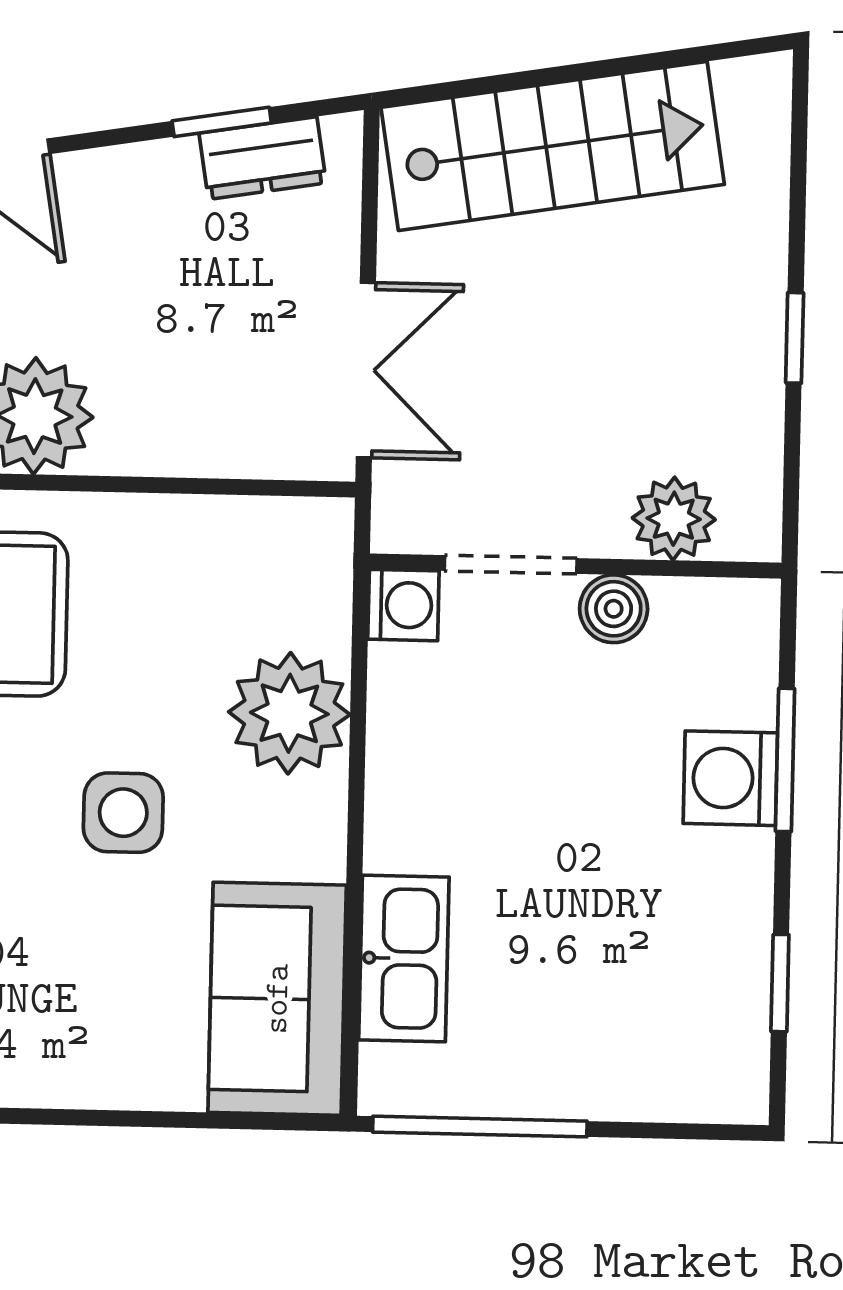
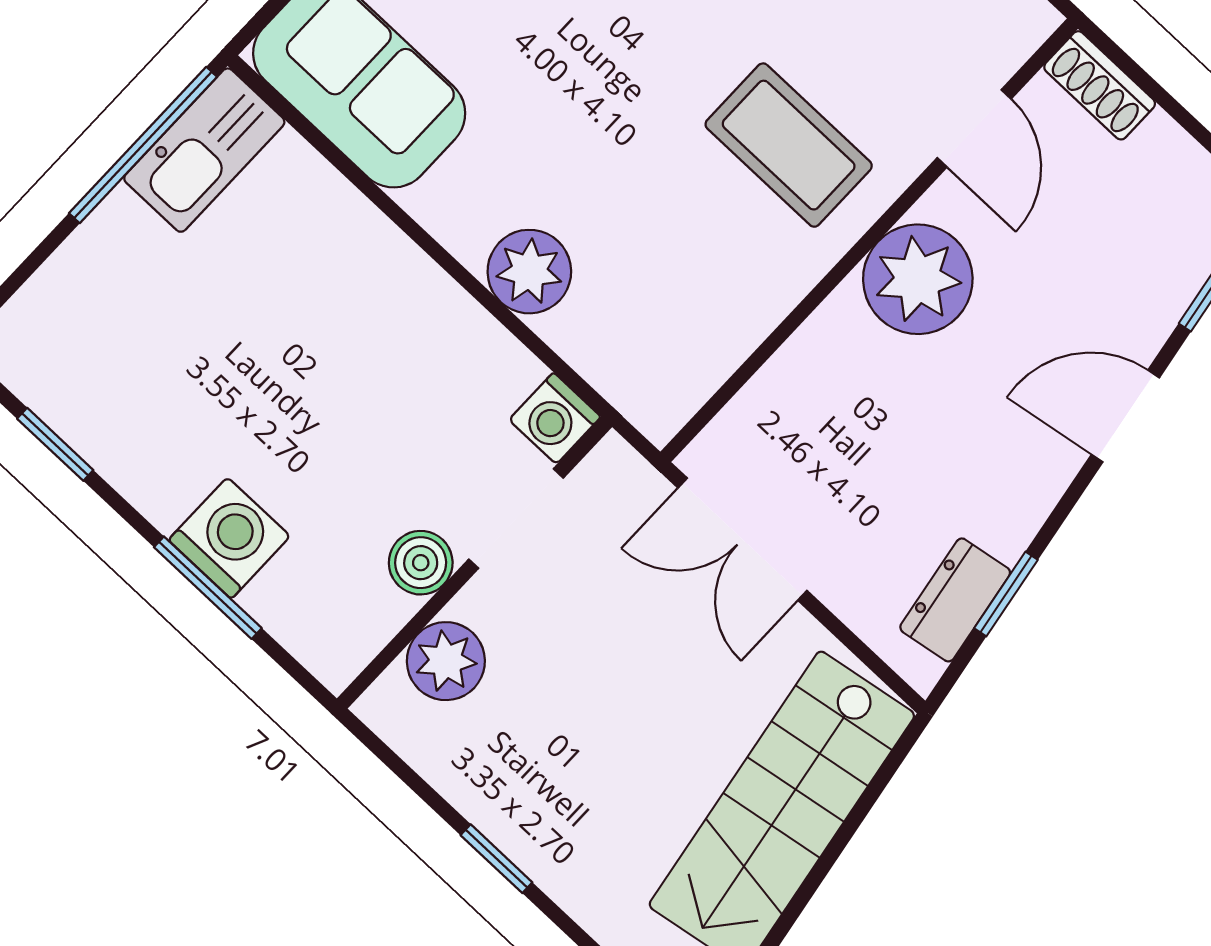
plant: (289, 713) -> (529, 272), width x0.73, depth x0.73
side table: (123, 813) -> (585, 93), removed
kitchen sink: (404, 958) -> (204, 150), moved, turned -90

